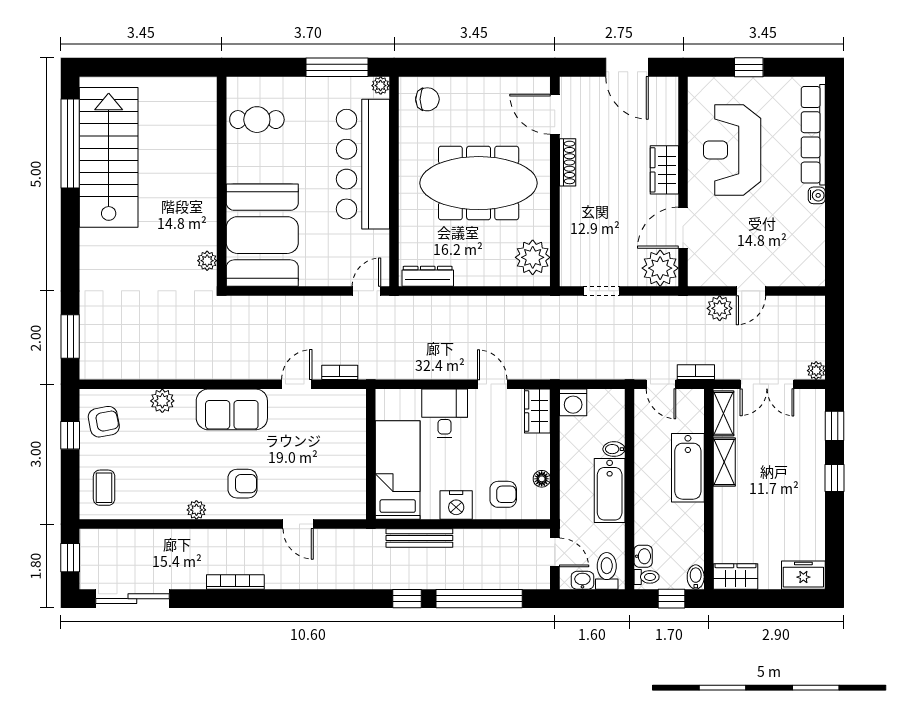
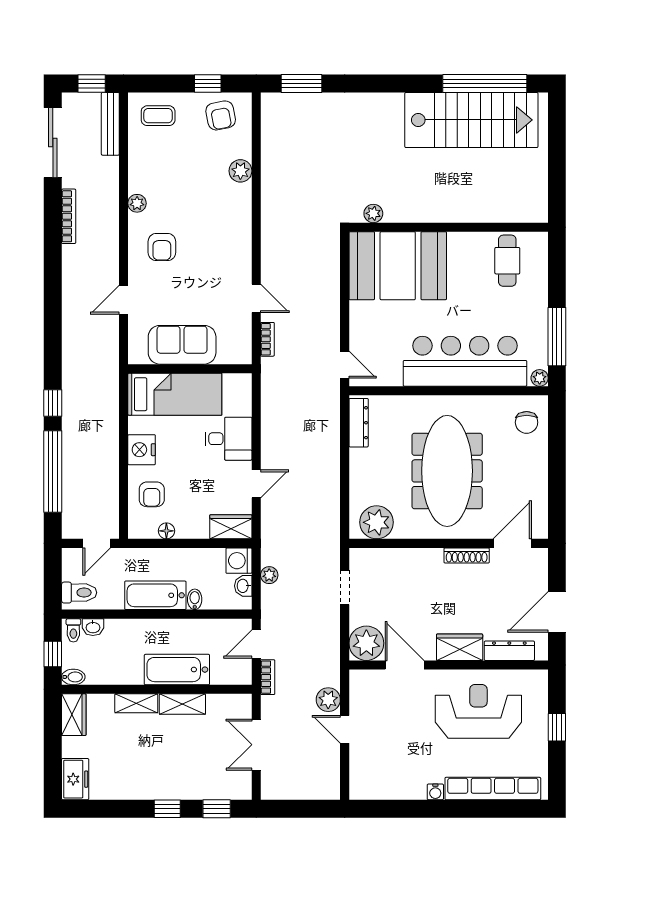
dresser: (668, 117) -> (509, 651), added
plant: (816, 371) -> (269, 575), moved
sofa: (232, 409) -> (182, 345), moved, turned 90
shelving: (723, 413) -> (136, 703), moved
bench: (419, 538) -> (110, 124), moved
washbasin: (582, 580) -> (243, 586), moved, turned 180
bookcase: (235, 582) -> (69, 216), moved

